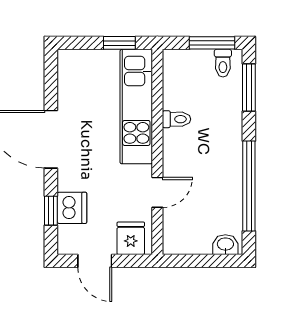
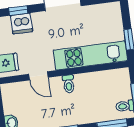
toilet: (177, 119) -> (69, 84), moved

